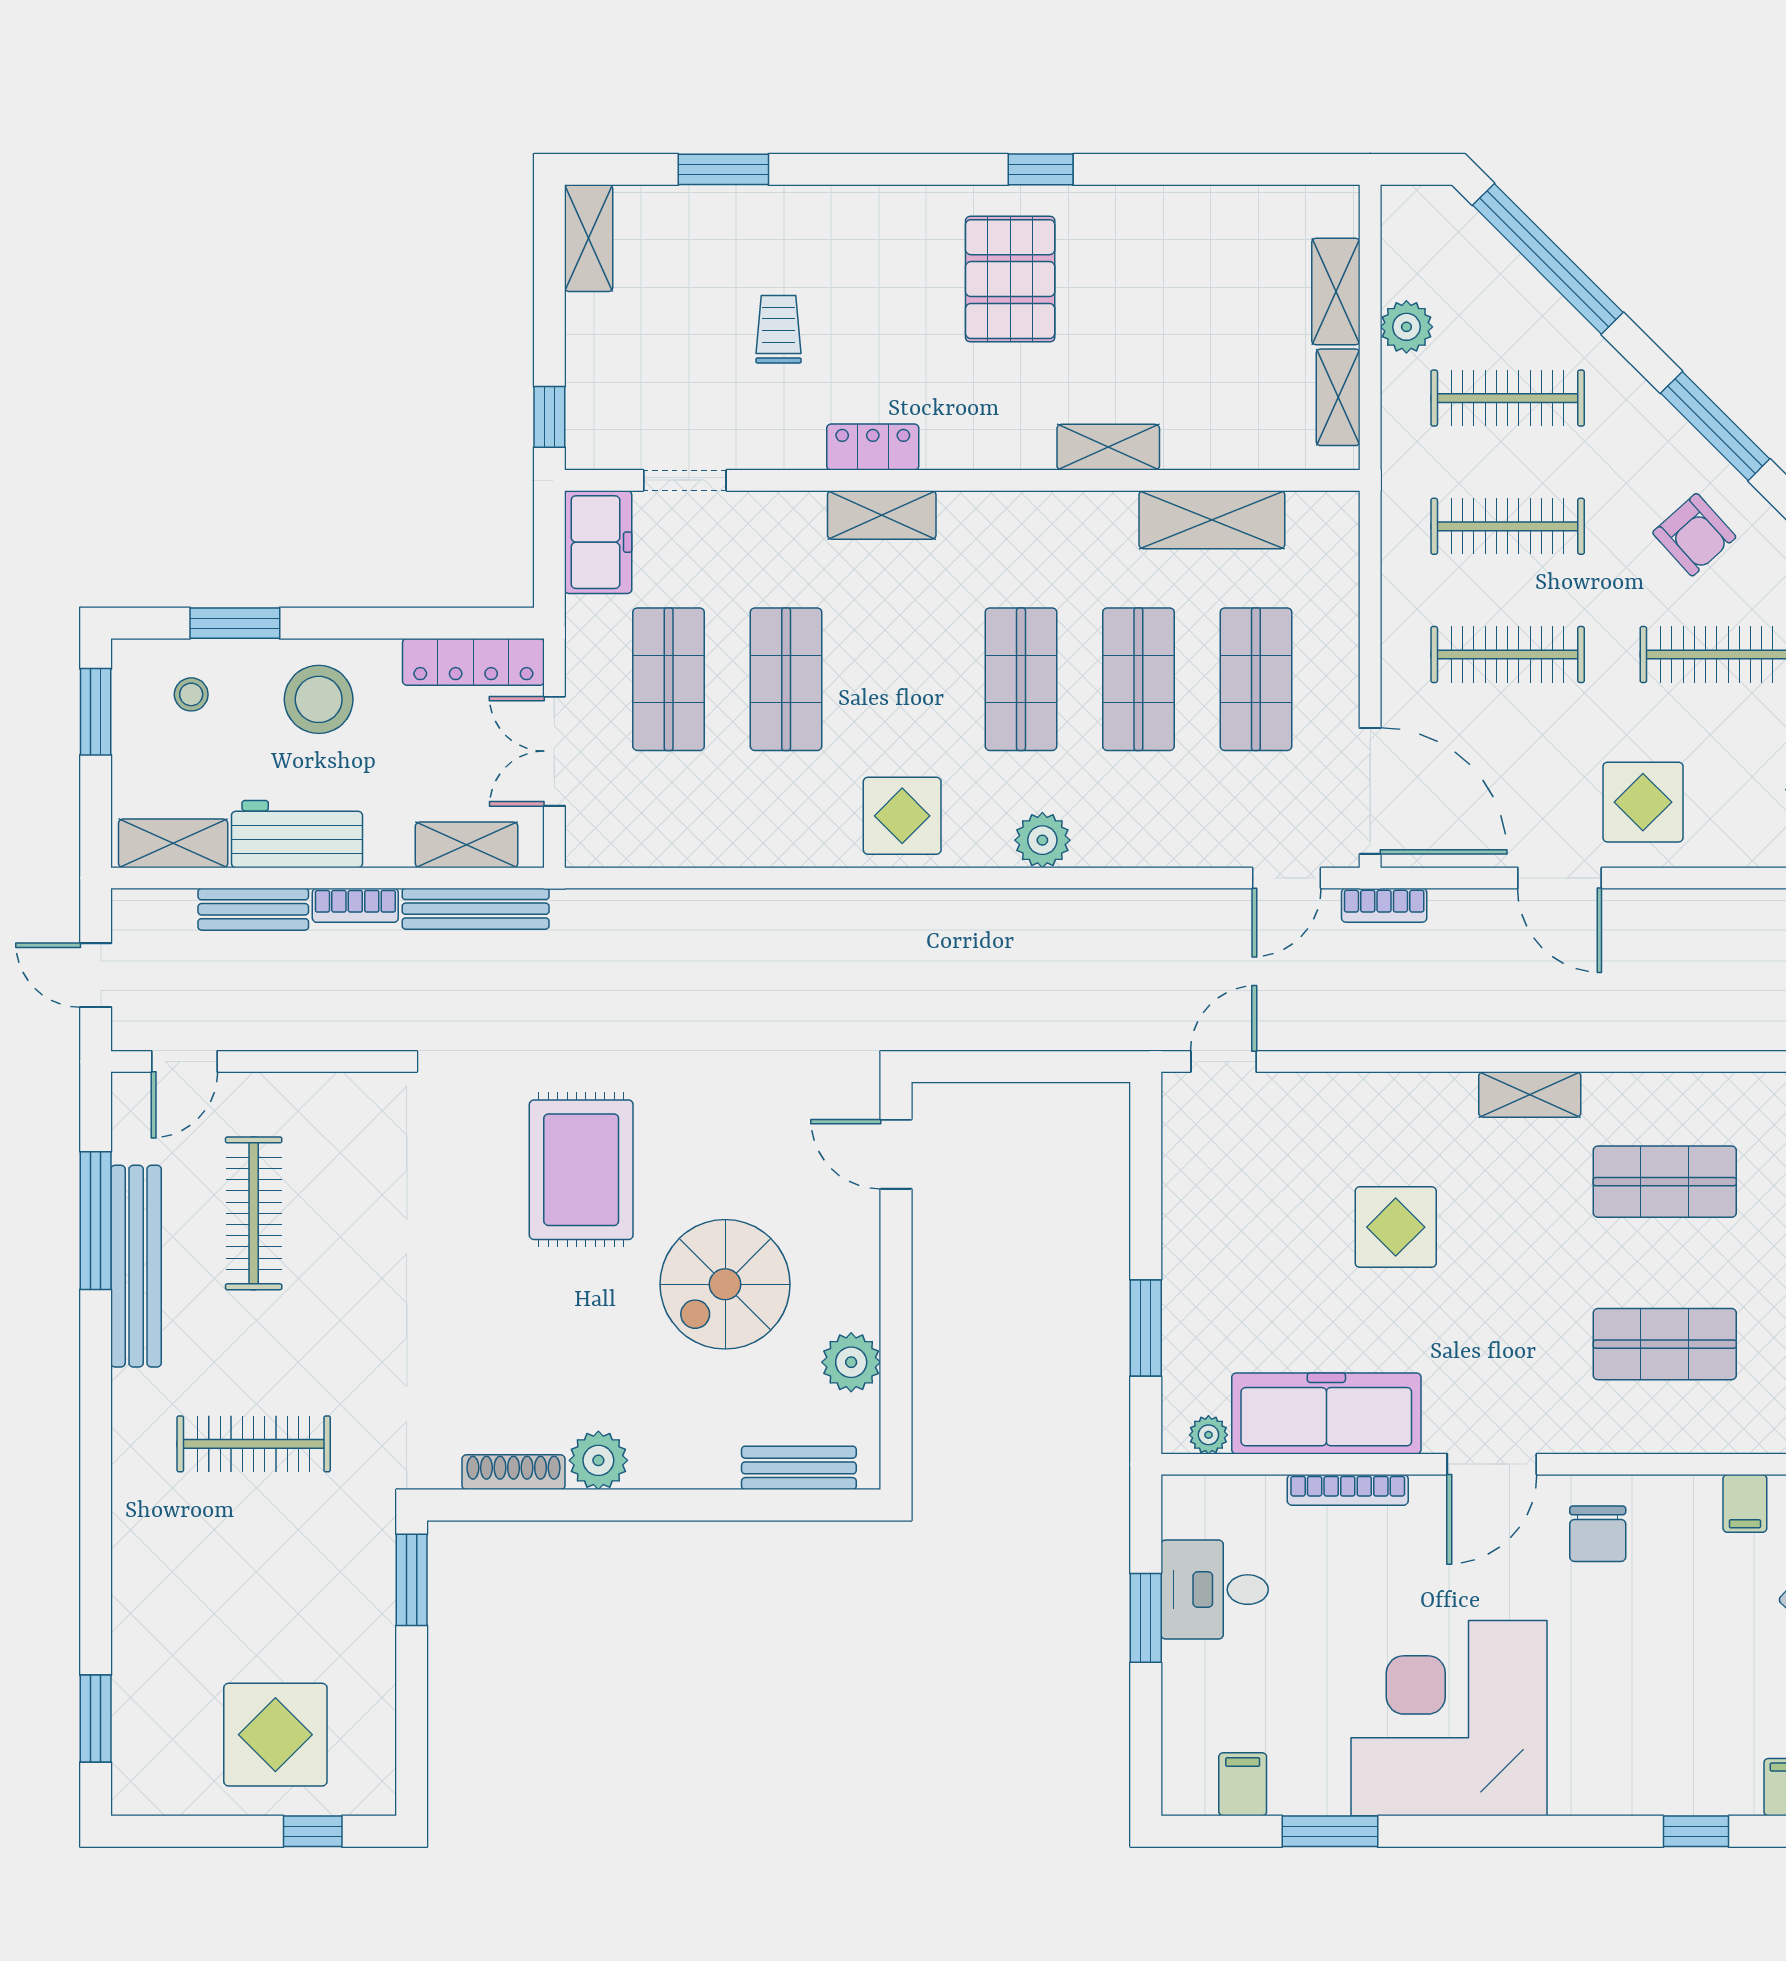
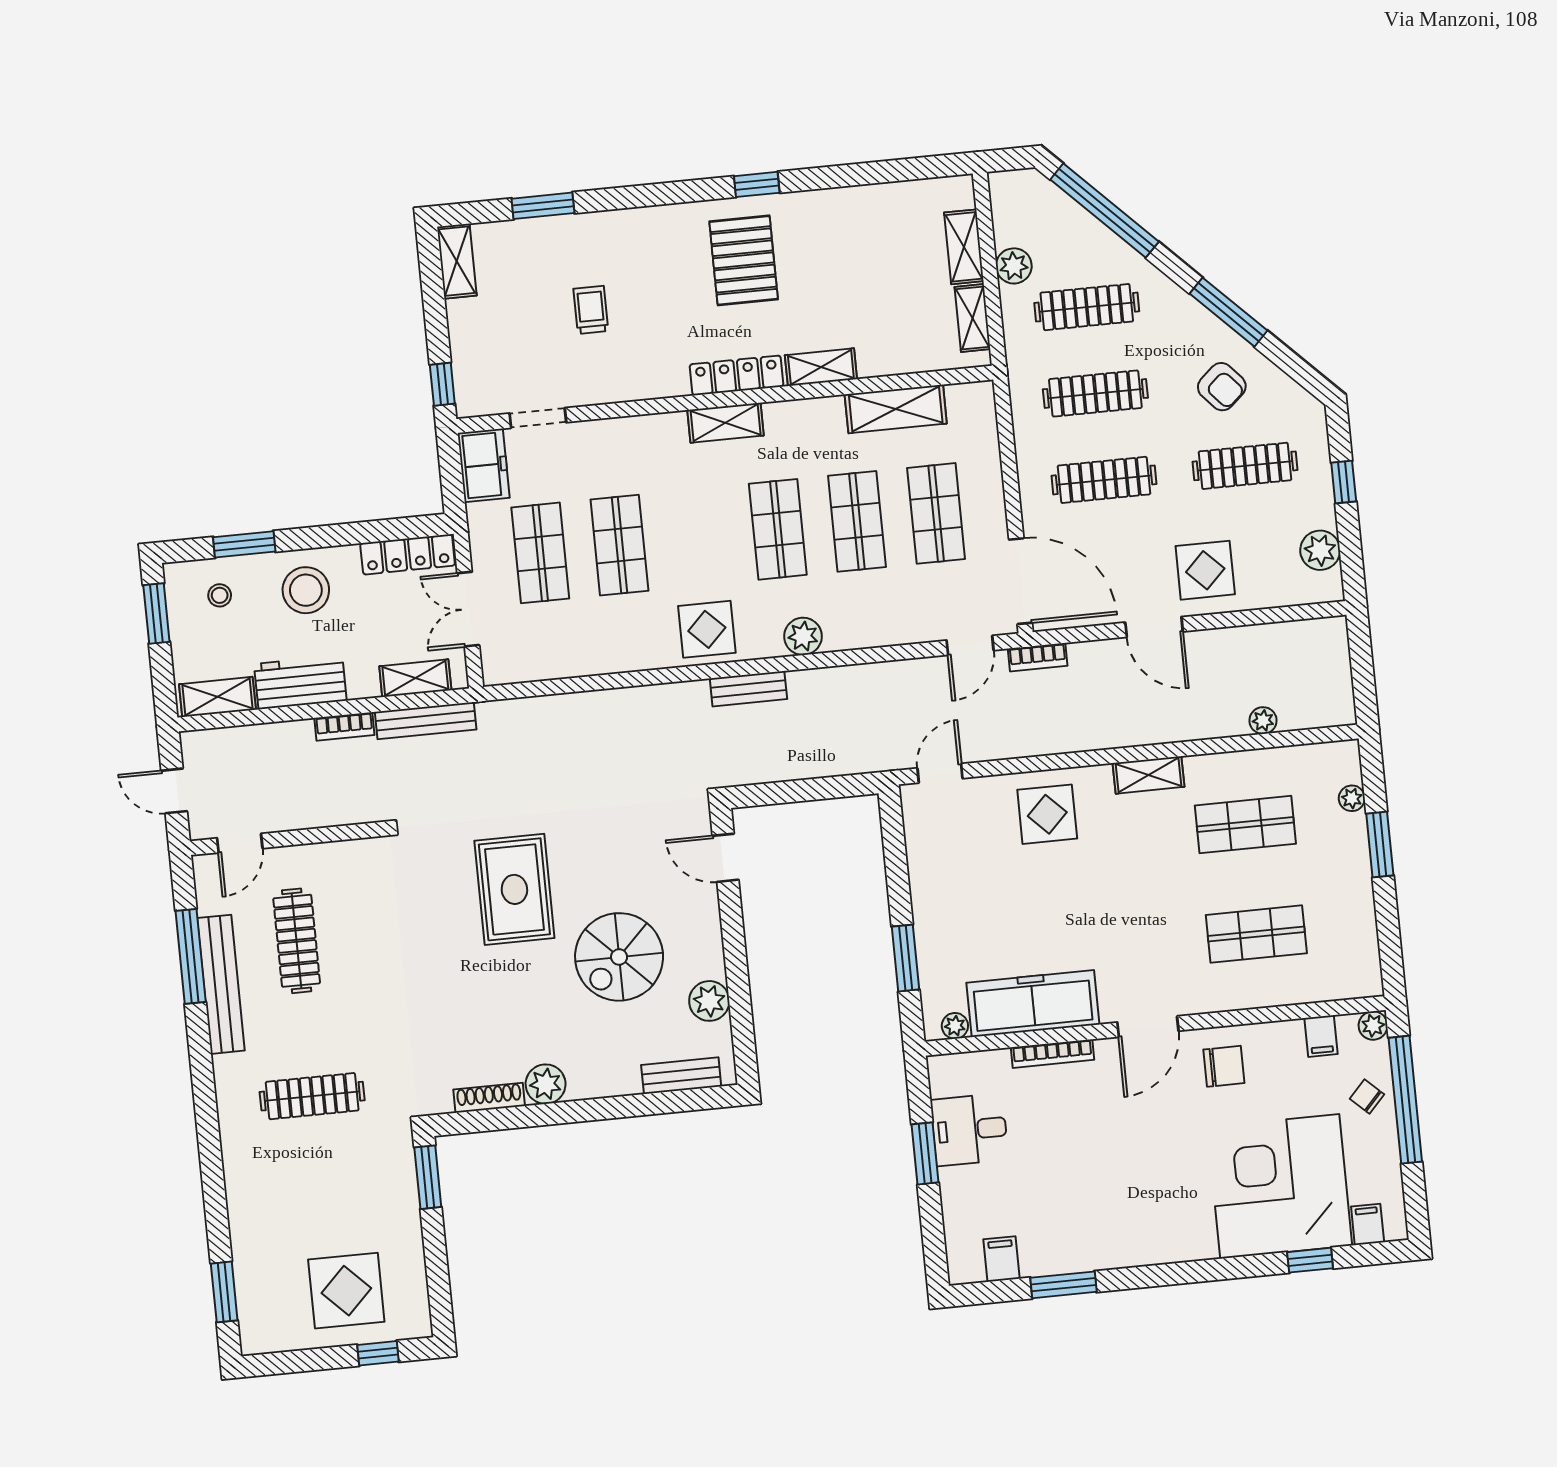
locker: (873, 447) -> (737, 375), moved, width x1.53
shelving: (882, 515) -> (726, 423), moved
bench: (253, 909) -> (748, 689), moved
plant: (1706, 1031) -> (1263, 721), added
display table: (1396, 1227) -> (1047, 814), moved
chair: (1598, 1534) -> (1224, 1066), turned -90
corner desk: (1449, 1718) -> (1280, 1186), moved

